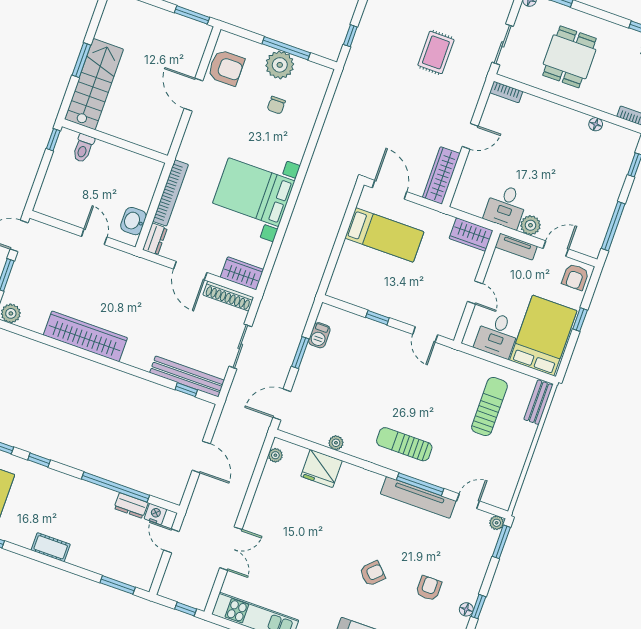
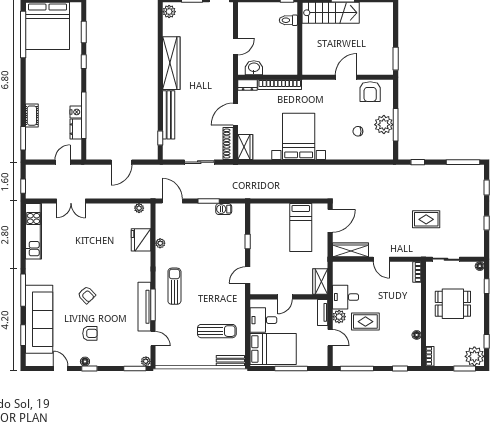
rug: (551, 190) -> (365, 322), added
armchair: (575, 277) -> (317, 356), removed
window: (580, 319) -> (291, 368), width x2.17
bench: (187, 376) -> (169, 115), moved
nightstand: (155, 514) -> (76, 112), moved
cot: (51, 547) -> (32, 116), moved

